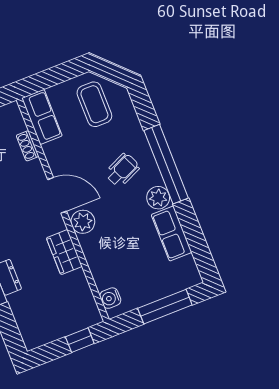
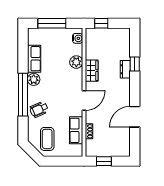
row of seats: (42, 117) -> (76, 130), moved
wheelchair: (122, 170) -> (39, 109), moved
door: (57, 195) -> (84, 101), swing flipped
plant: (83, 222) -> (76, 62), moved

